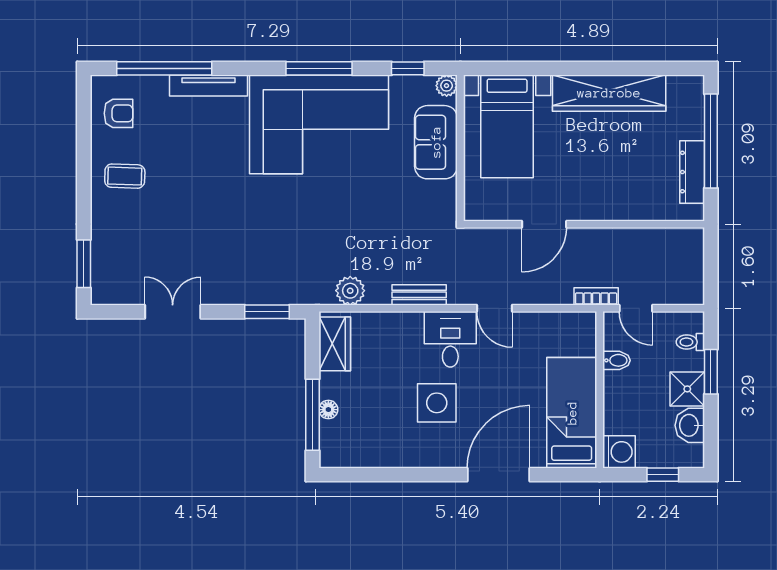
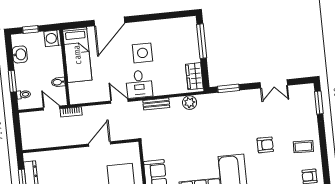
armchair: (203, 188) -> (265, 145), added
shower: (687, 389) -> (23, 72), removed
floor lamp: (328, 410) -> (194, 44), removed

